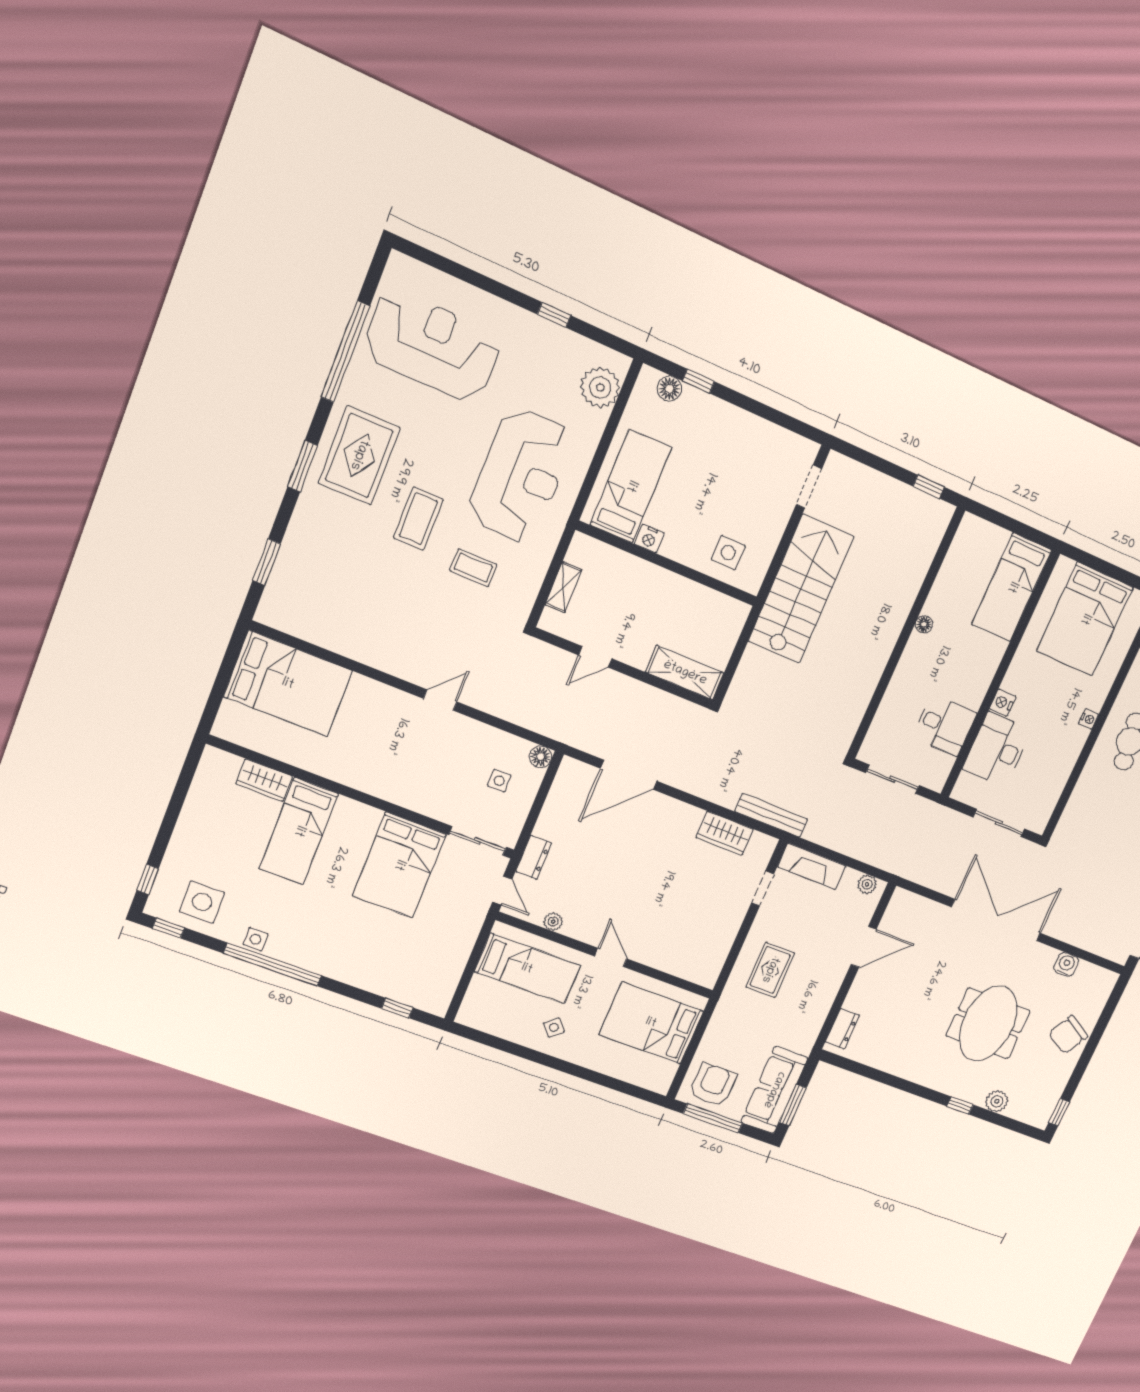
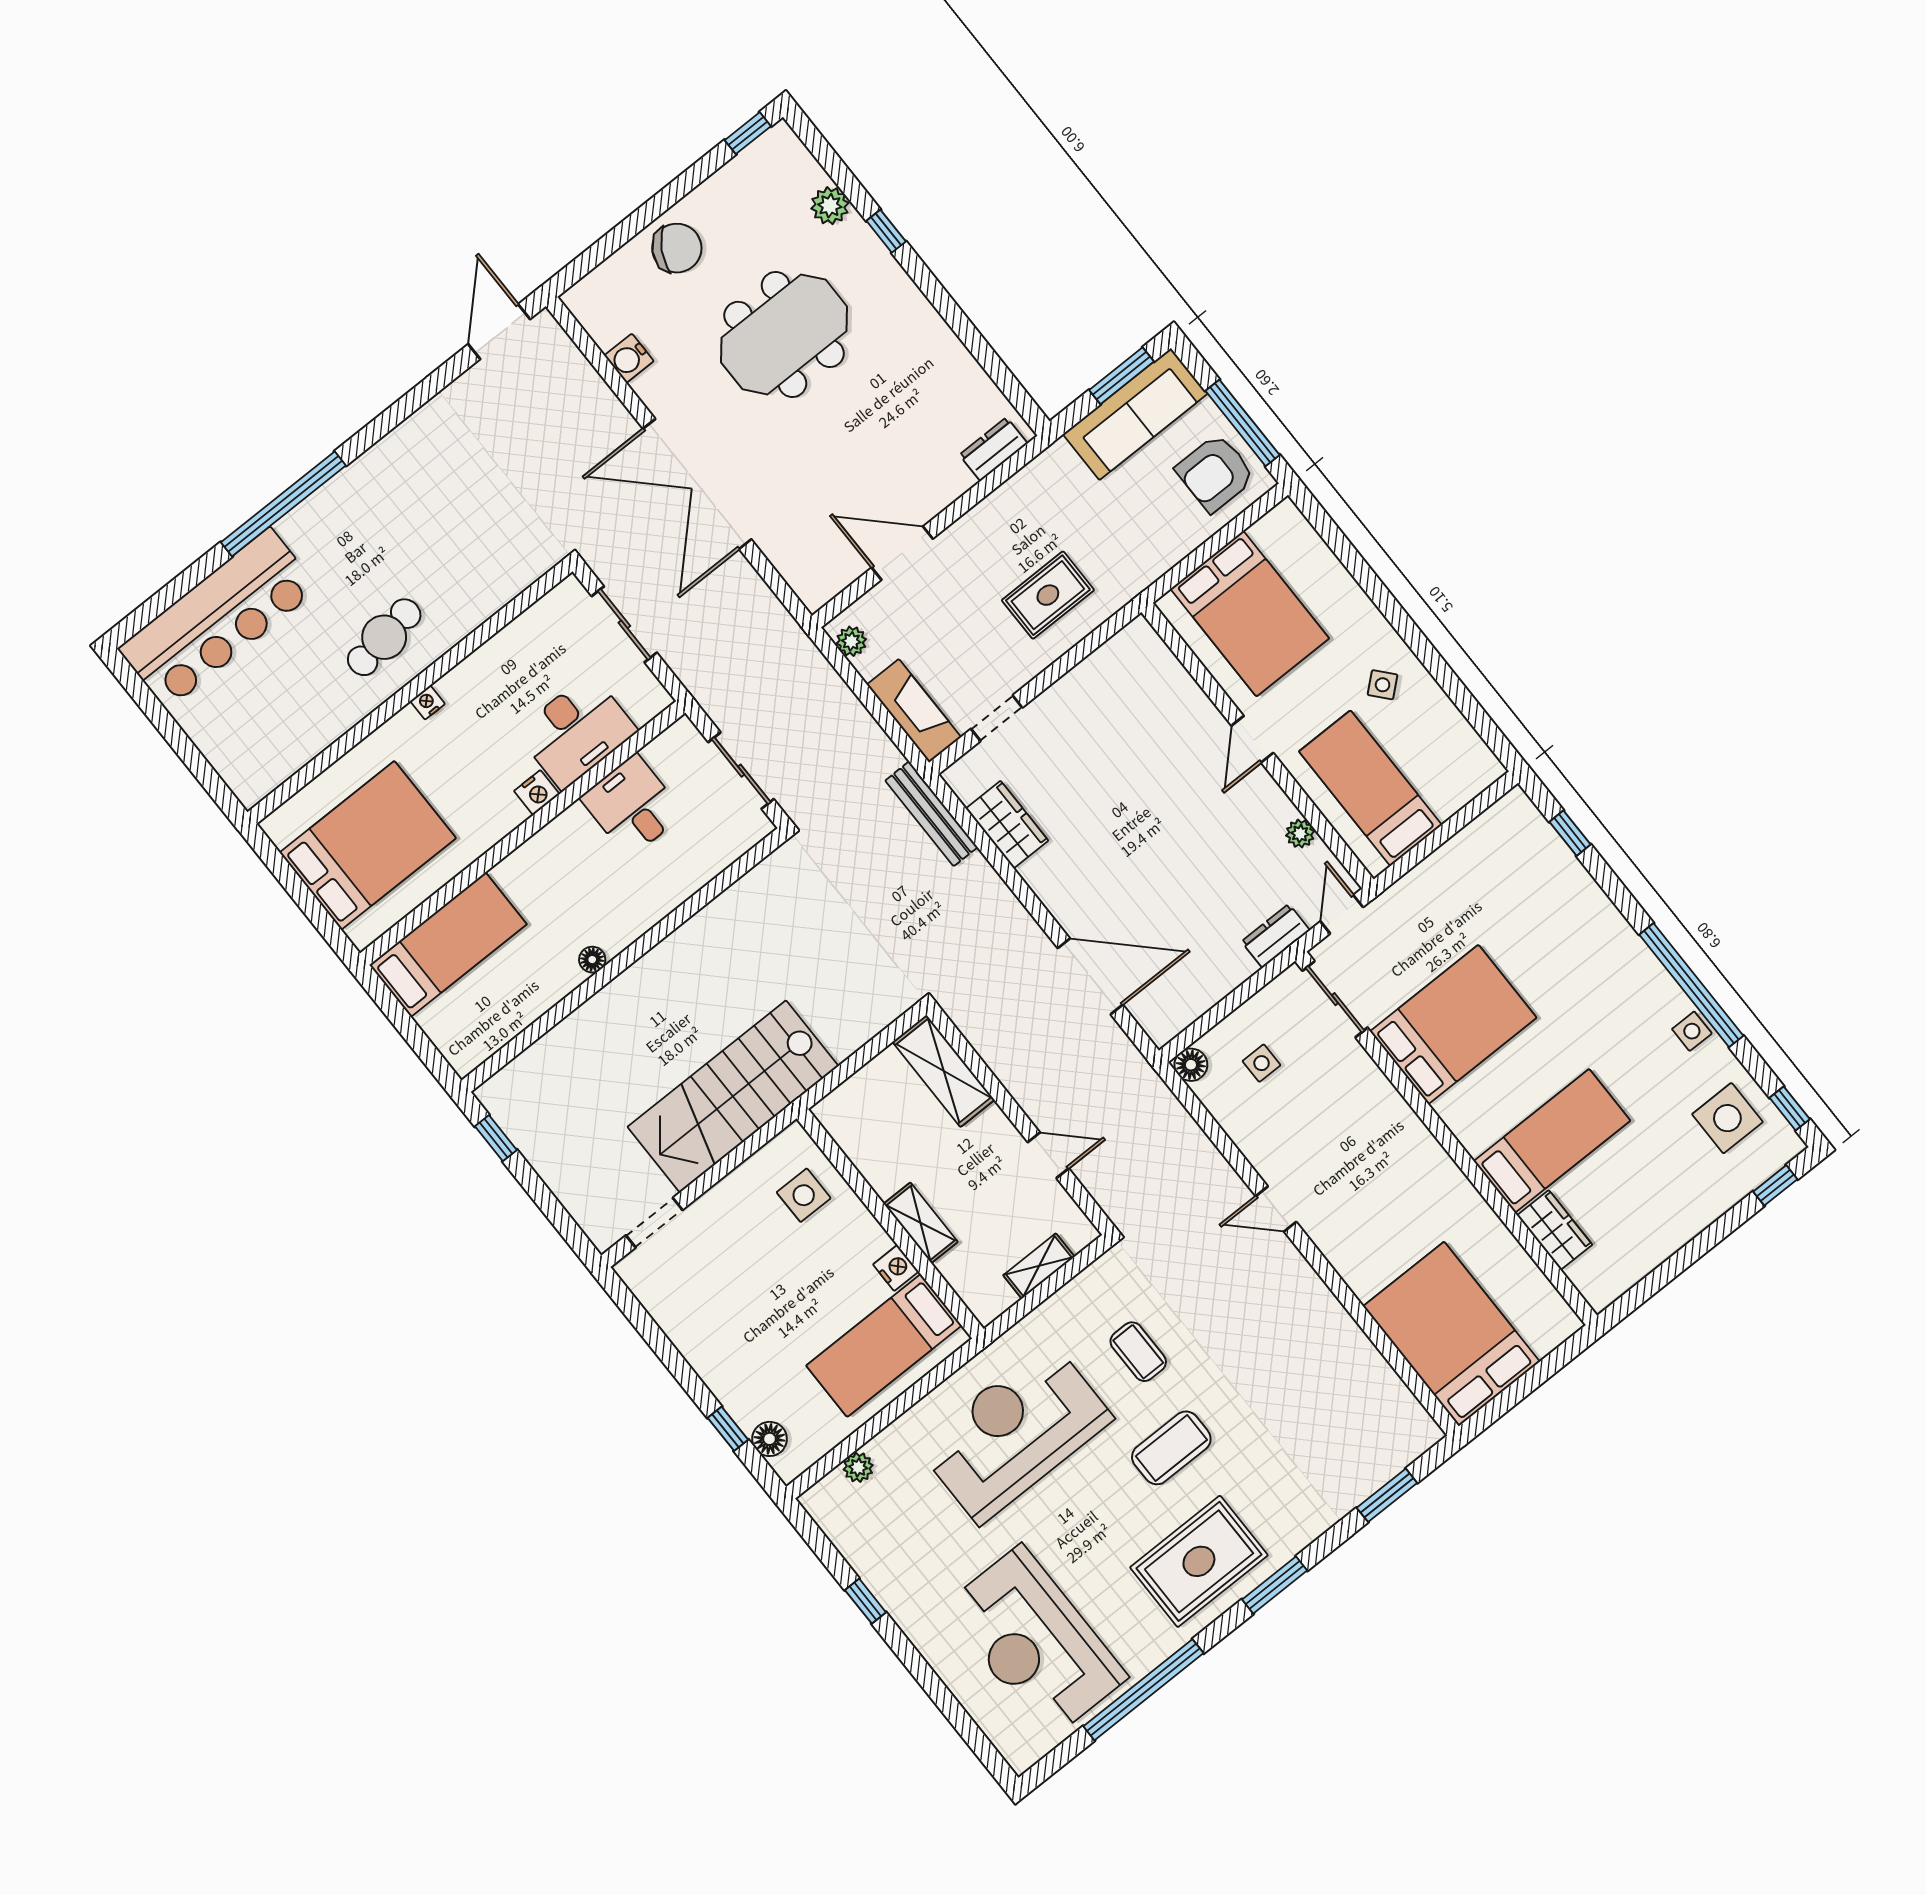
plant: (600, 387) -> (858, 1467), width x0.53, depth x0.53
shelving: (649, 574) -> (921, 1223), added

